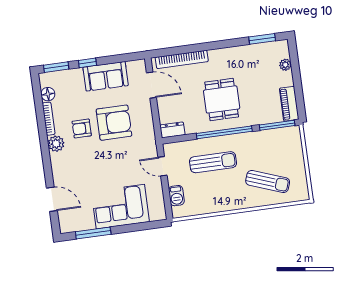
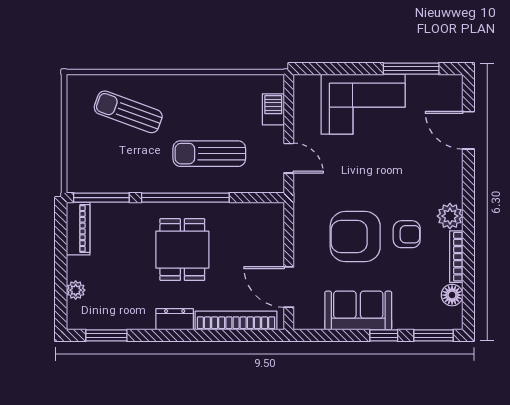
dresser: (172, 130) -> (175, 319), moved, turned 180

